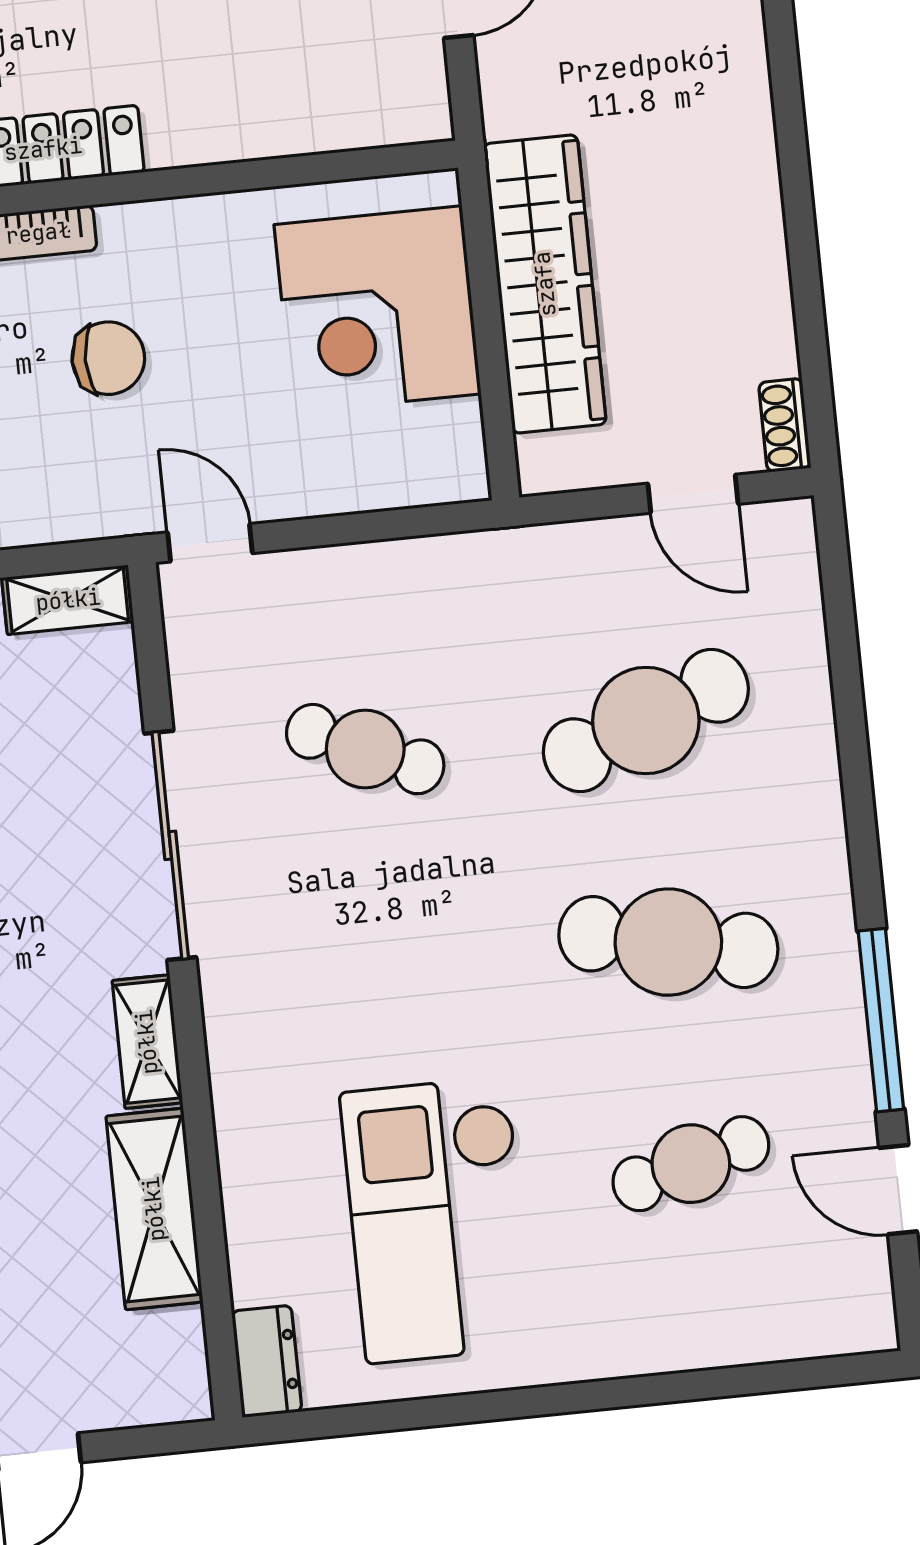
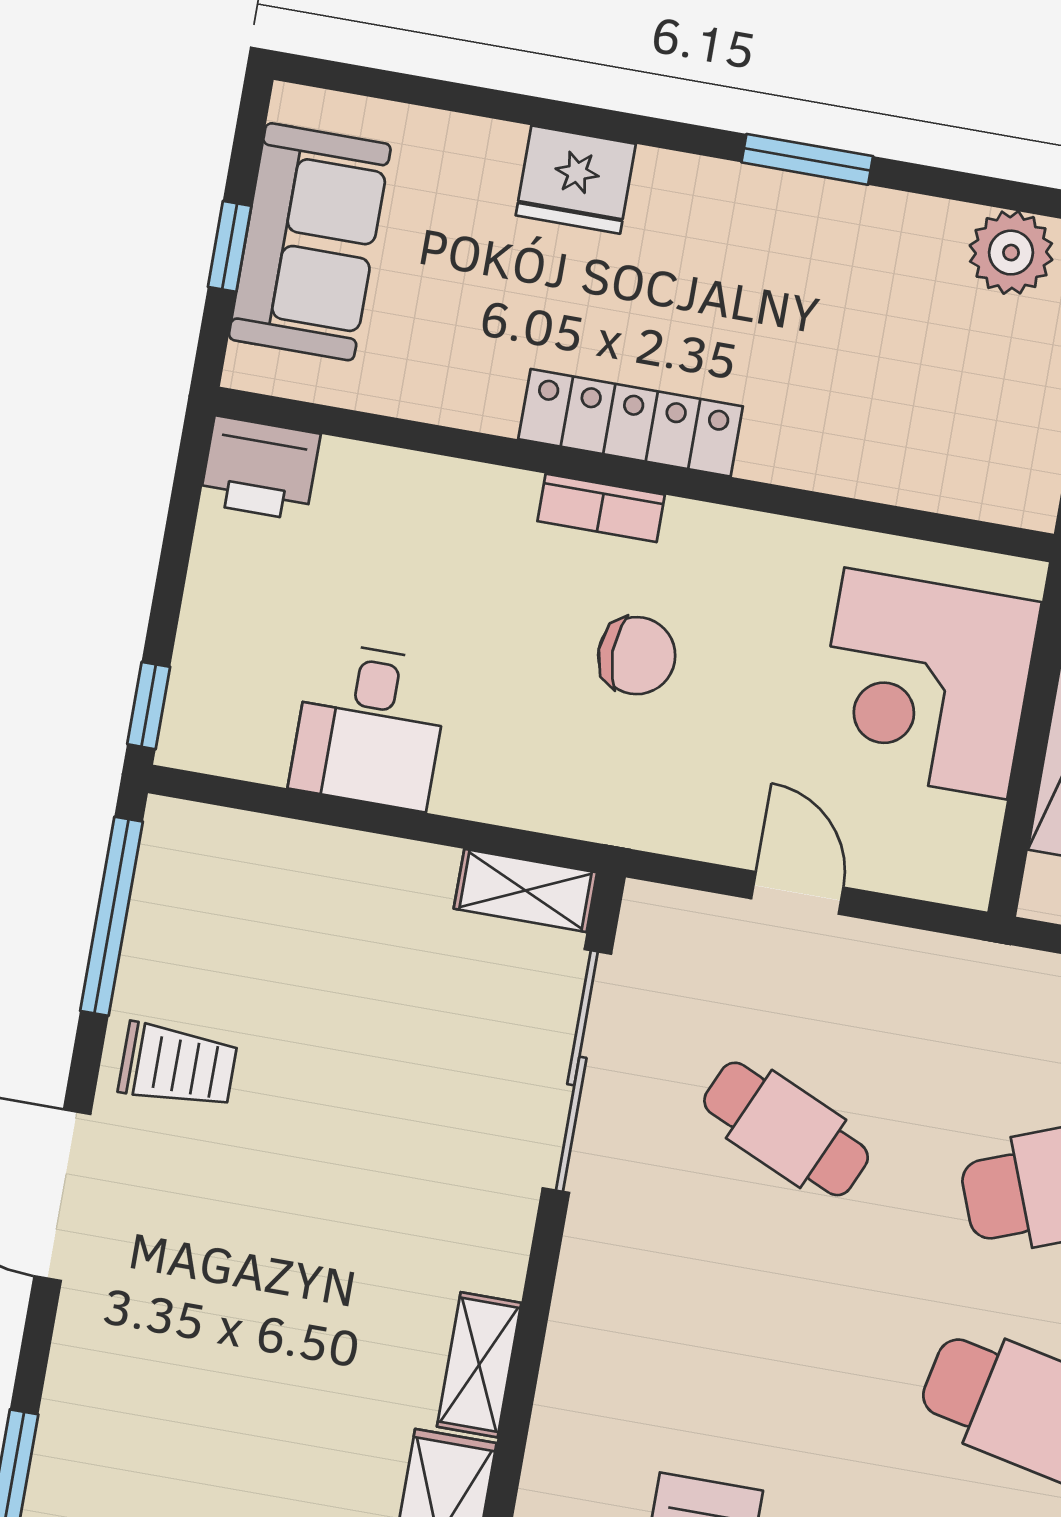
door: (210, 543) -> (797, 893), moved
sliding door: (170, 845) -> (577, 1071), moved

